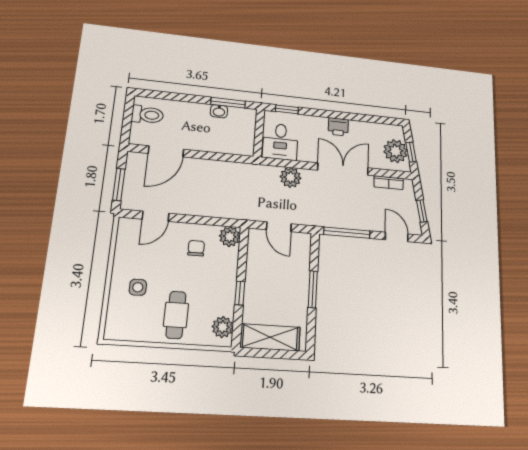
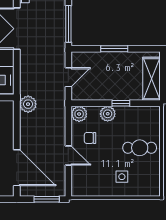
door: (166, 151) -> (17, 168), width x1.36
plant: (291, 177) -> (28, 104), moved
door: (156, 216) -> (68, 156), moved
plant: (223, 327) -> (108, 114), moved

